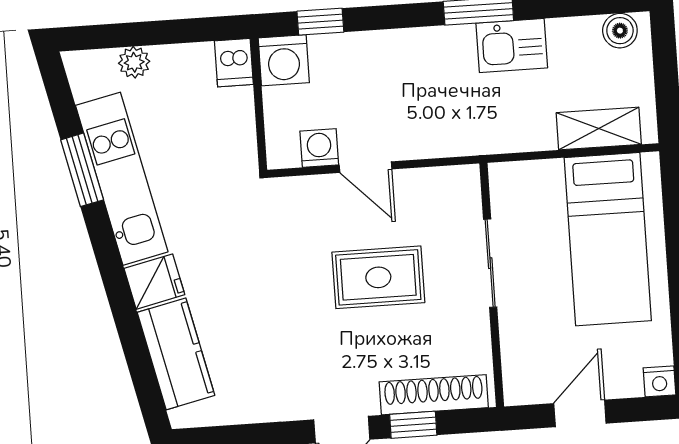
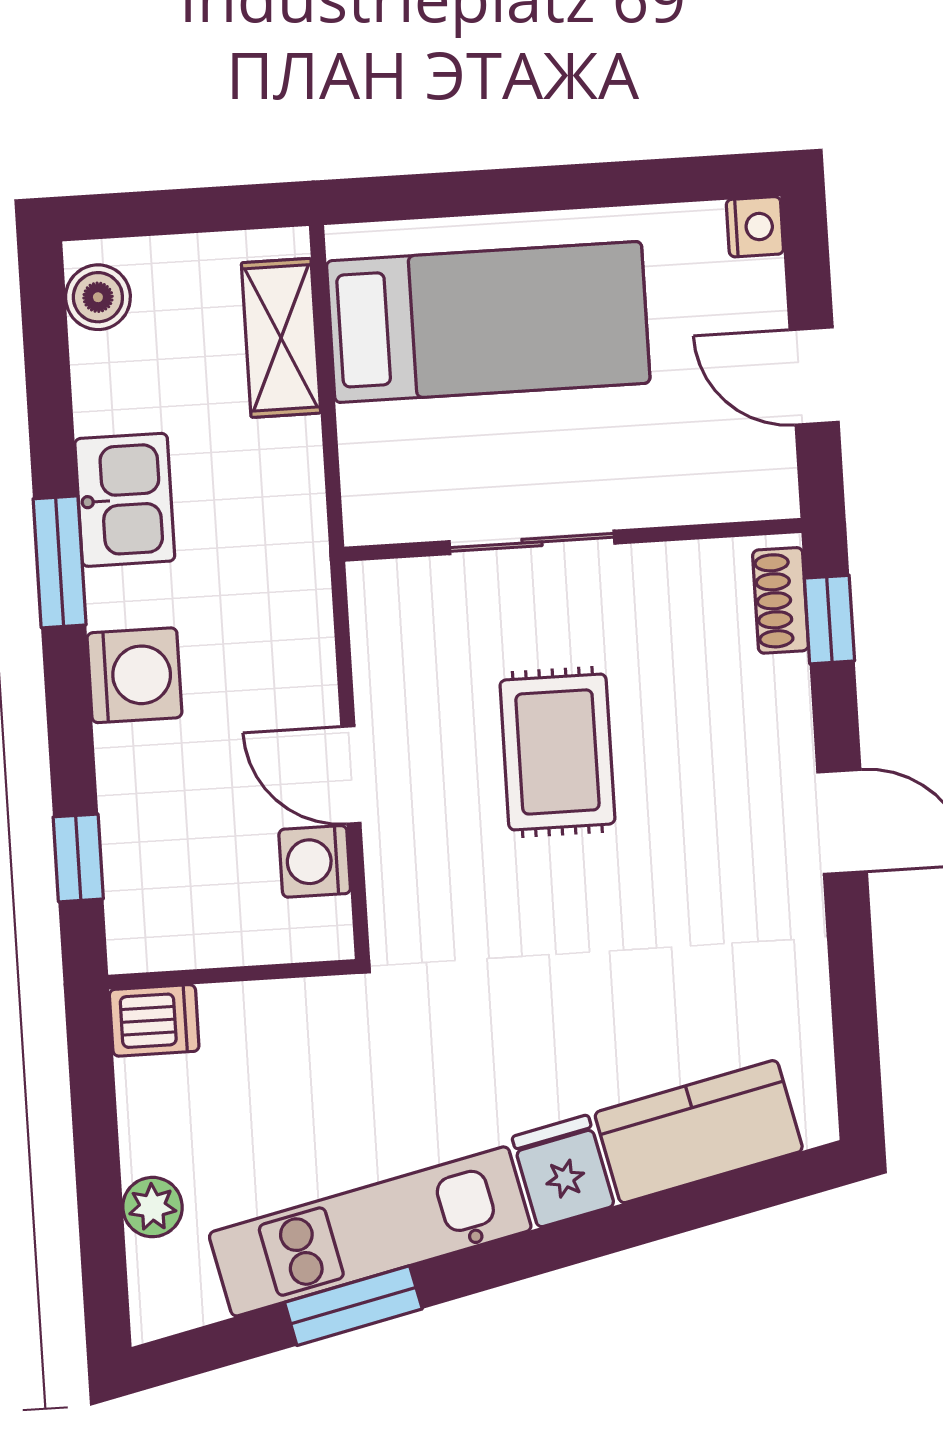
washing machine: (284, 60) -> (134, 675), moved
door: (366, 167) -> (351, 775), swing flipped
shoe rack: (434, 395) -> (781, 600), width x0.51, depth x0.81
window: (413, 425) -> (829, 620), moved

